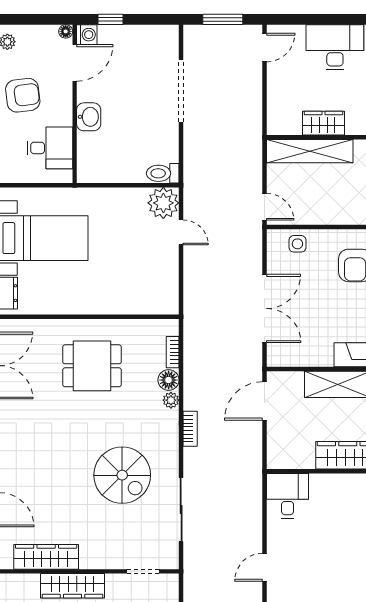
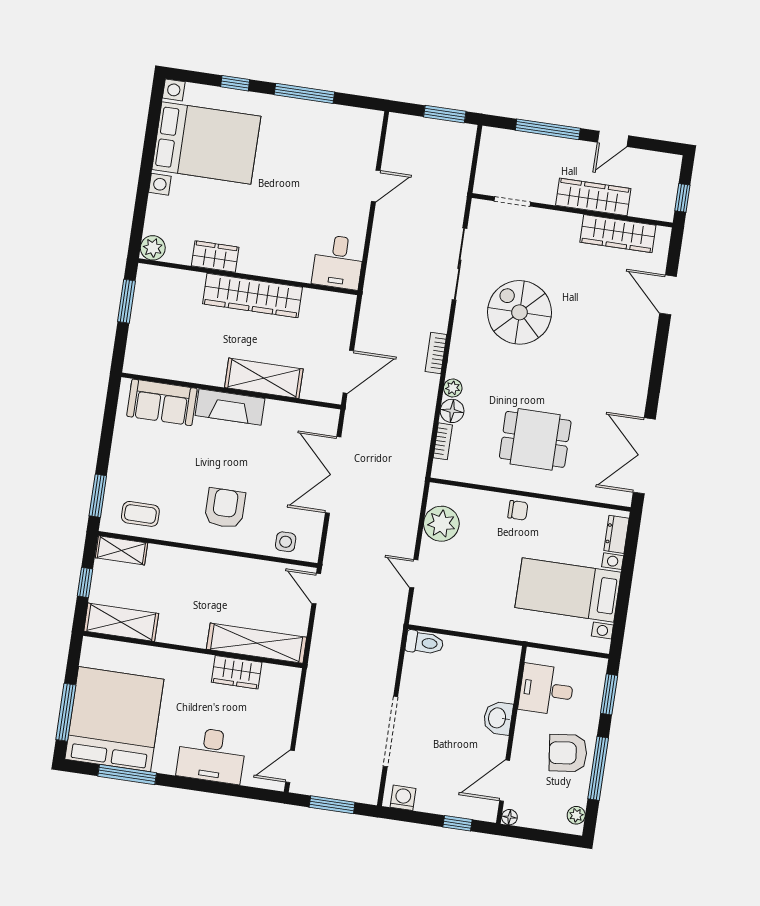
washing machine: (87, 35) -> (403, 798), moved, turned 90
plant: (163, 203) -> (441, 524), moved
chair: (98, 301) -> (518, 510), added

